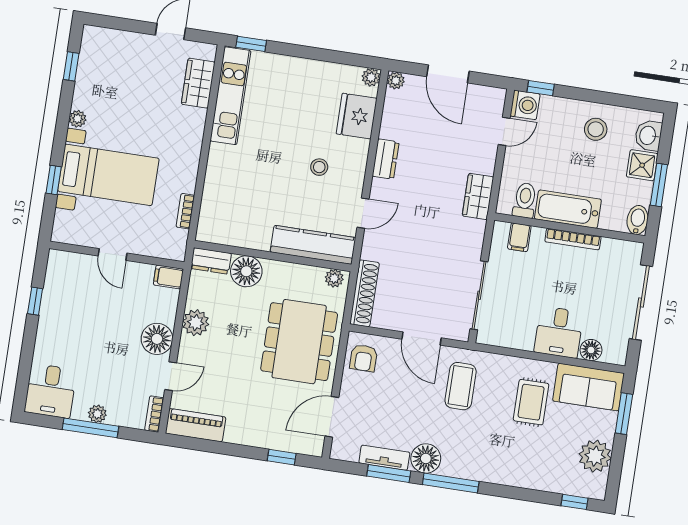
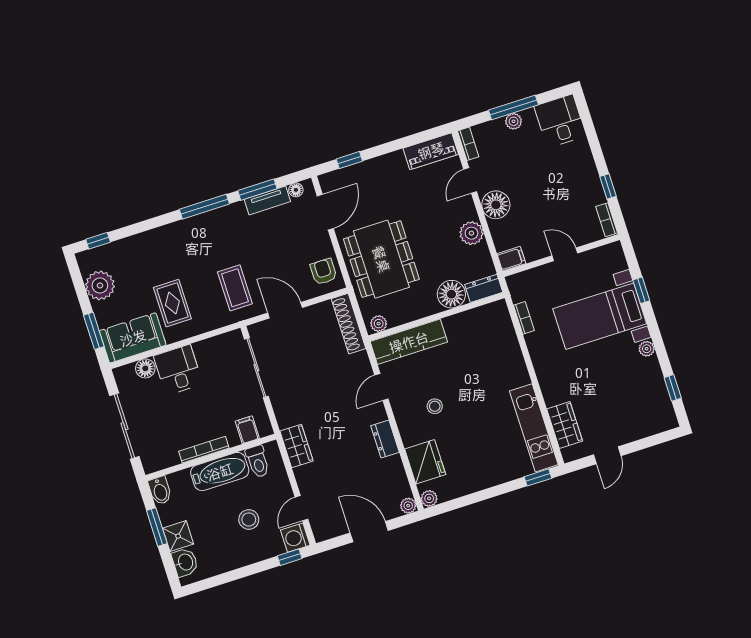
stool: (596, 129) -> (249, 519), moved
bookcase: (53, 268) -> (607, 220), added
floor lamp: (426, 458) -> (296, 190), moved, width x0.53, depth x0.53

